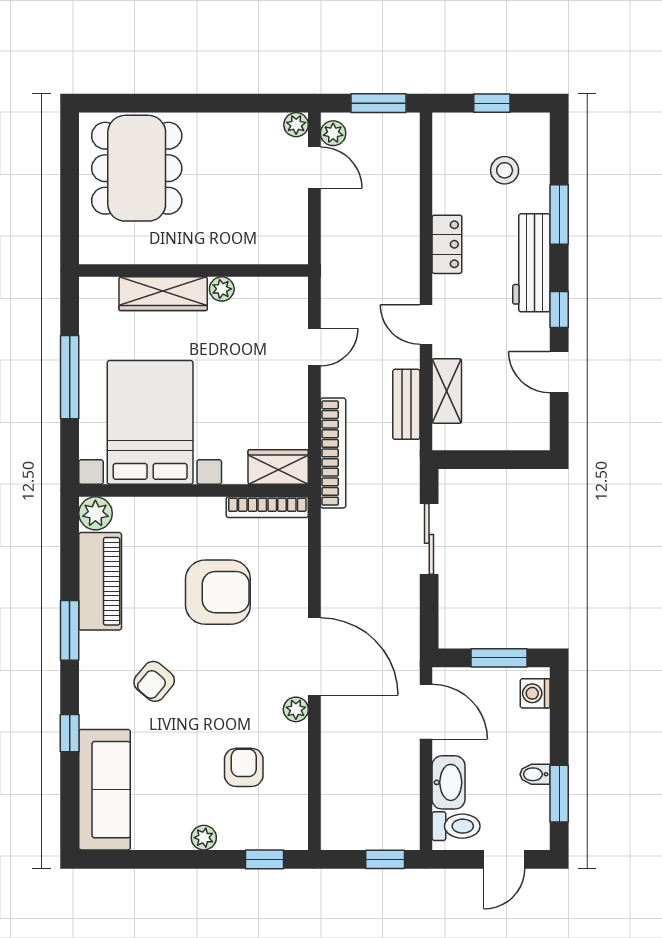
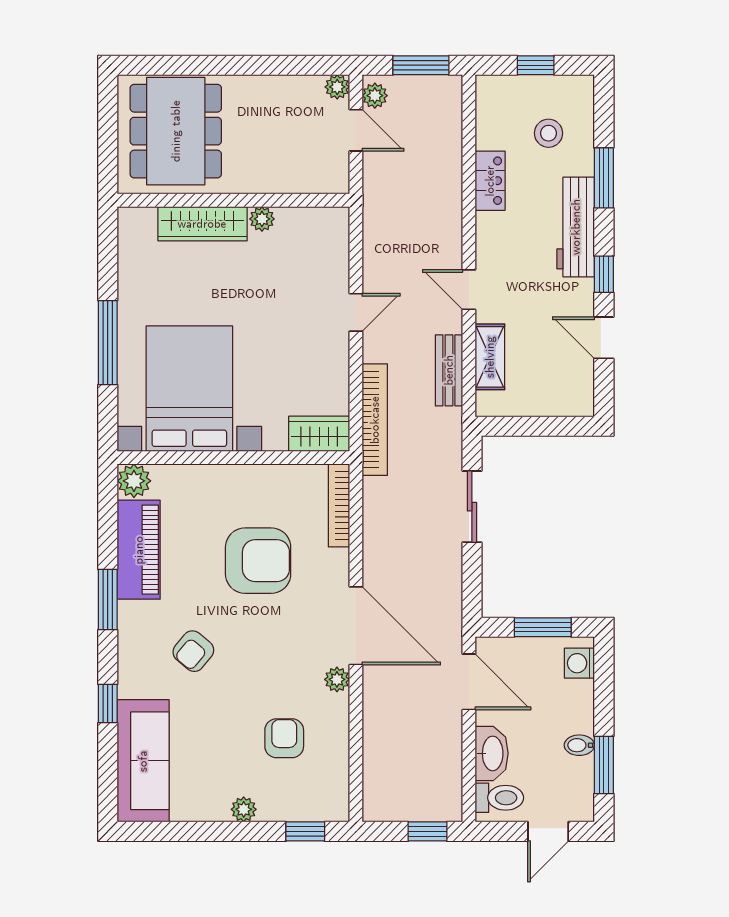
locker: (447, 244) -> (490, 181), moved
wall: (194, 271) -> (233, 200), moved
plant: (222, 289) -> (262, 219), moved
wardrobe: (163, 294) -> (202, 224), moved
bookcase: (267, 507) -> (339, 505), moved, turned 90

